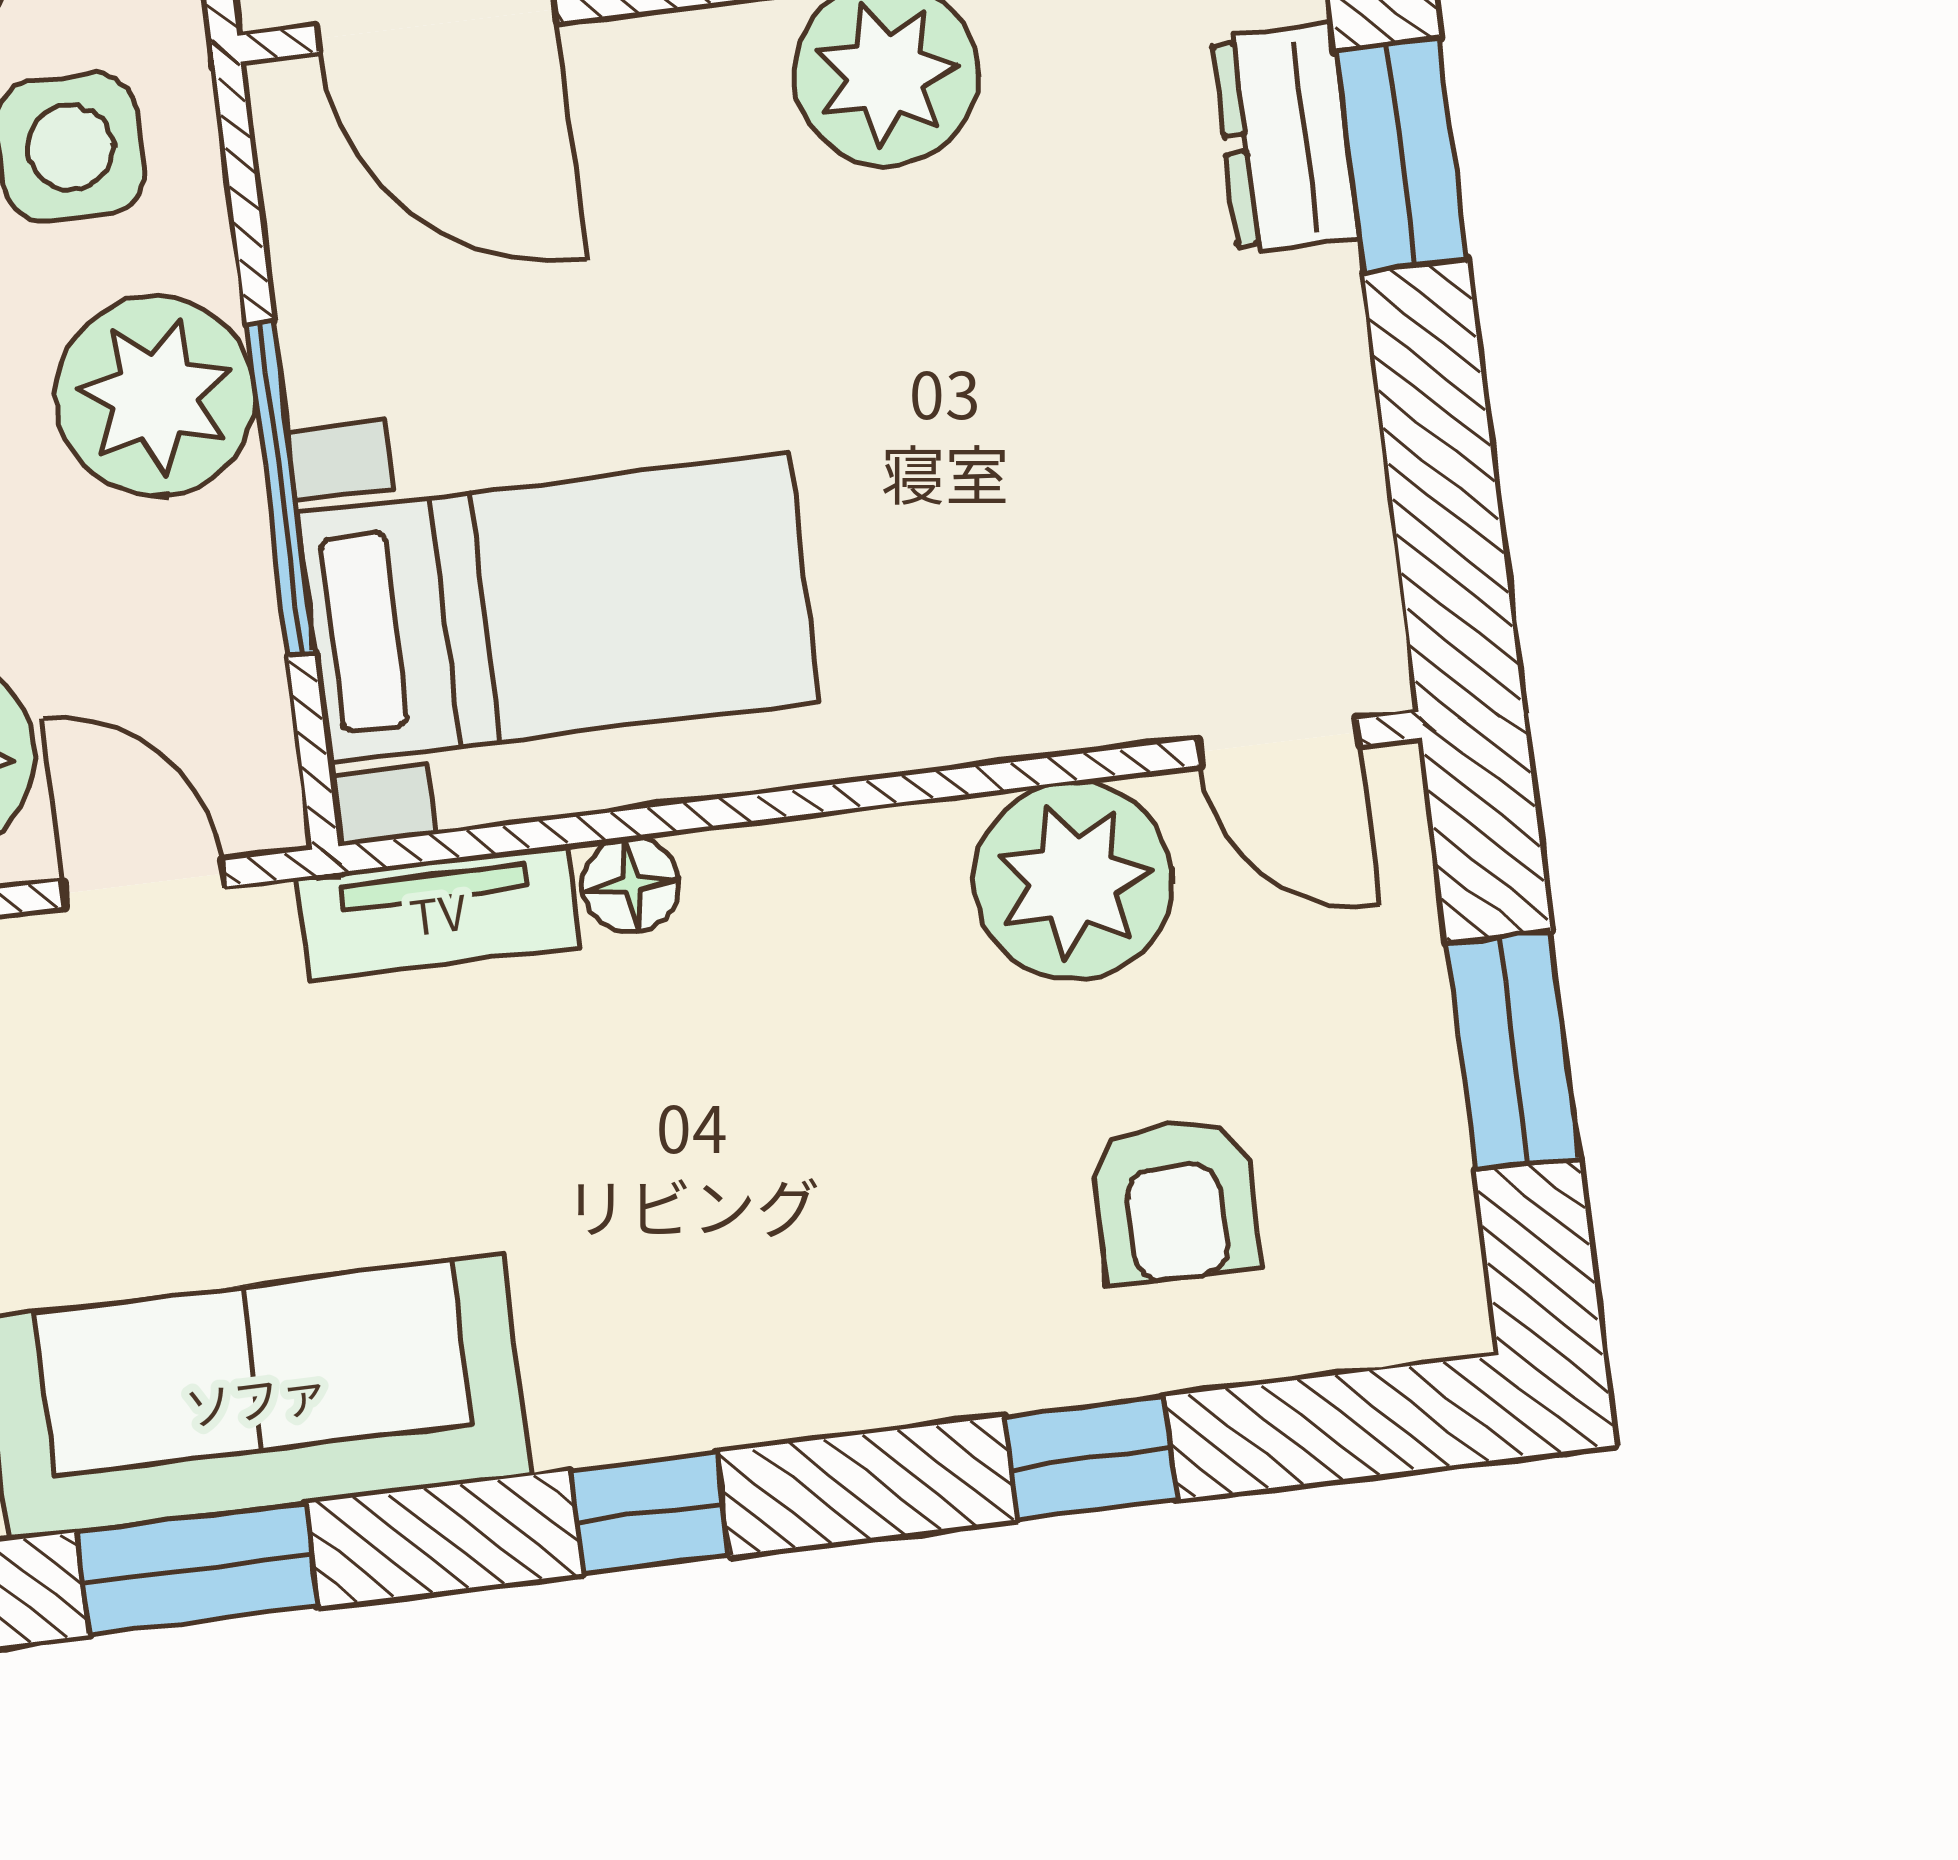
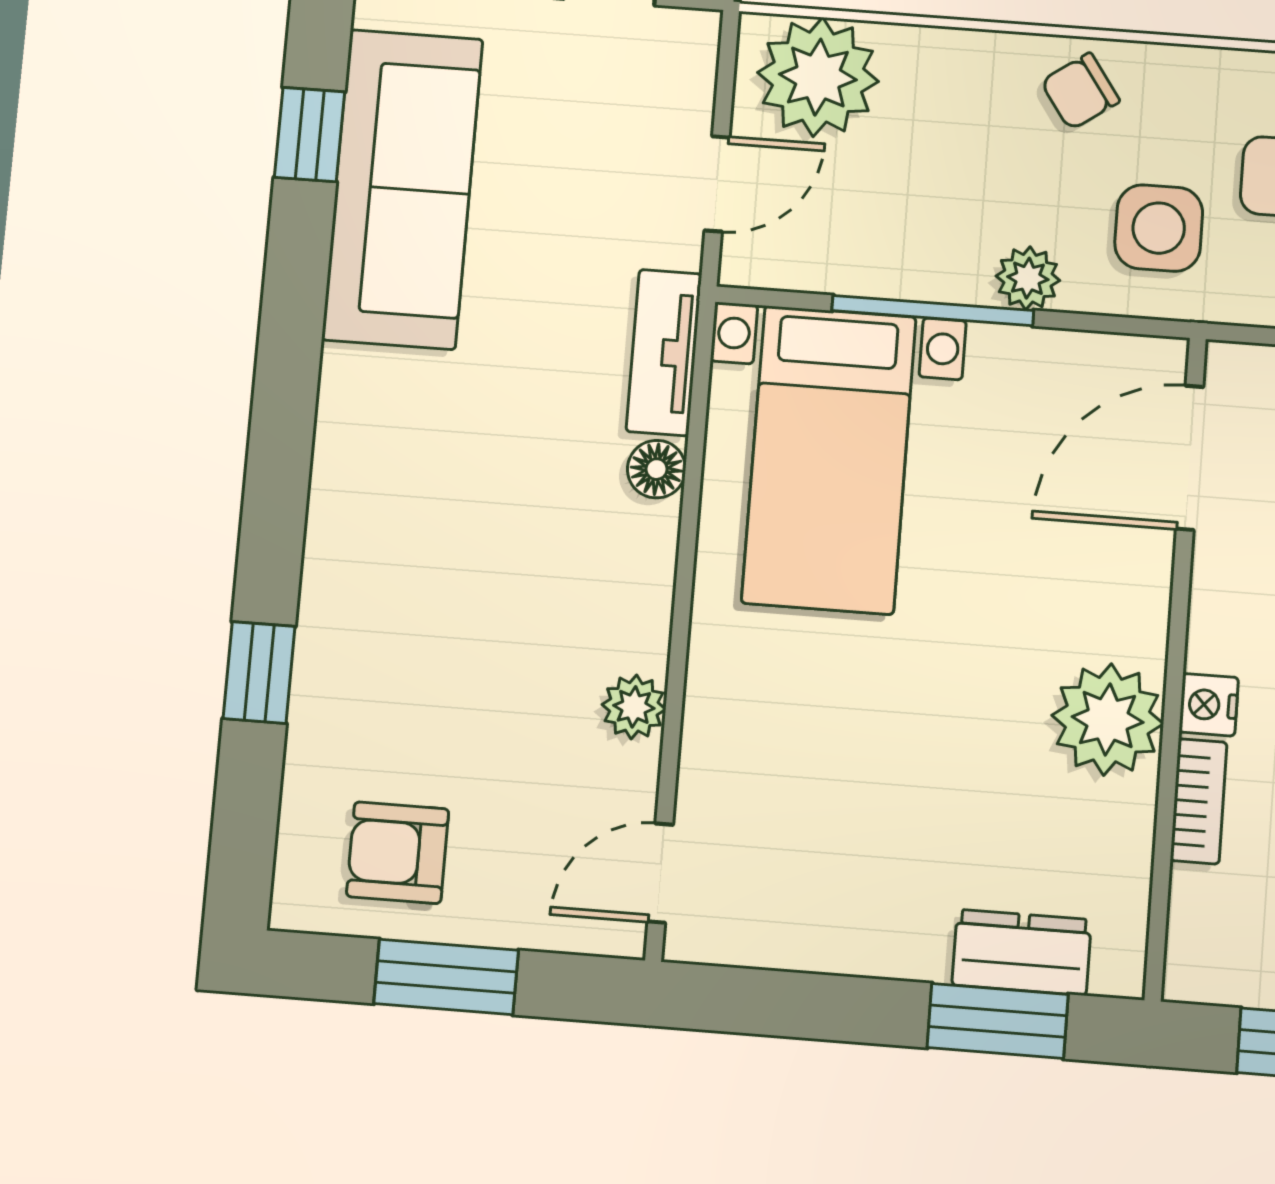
plant: (155, 396) -> (1028, 278), width x0.53, depth x0.53
plant: (1073, 881) -> (634, 707), width x0.53, depth x0.53
armchair: (1175, 1200) -> (398, 853), moved
window: (650, 1513) -> (284, 405), removed
window: (197, 1569) -> (310, 135), width x0.67

